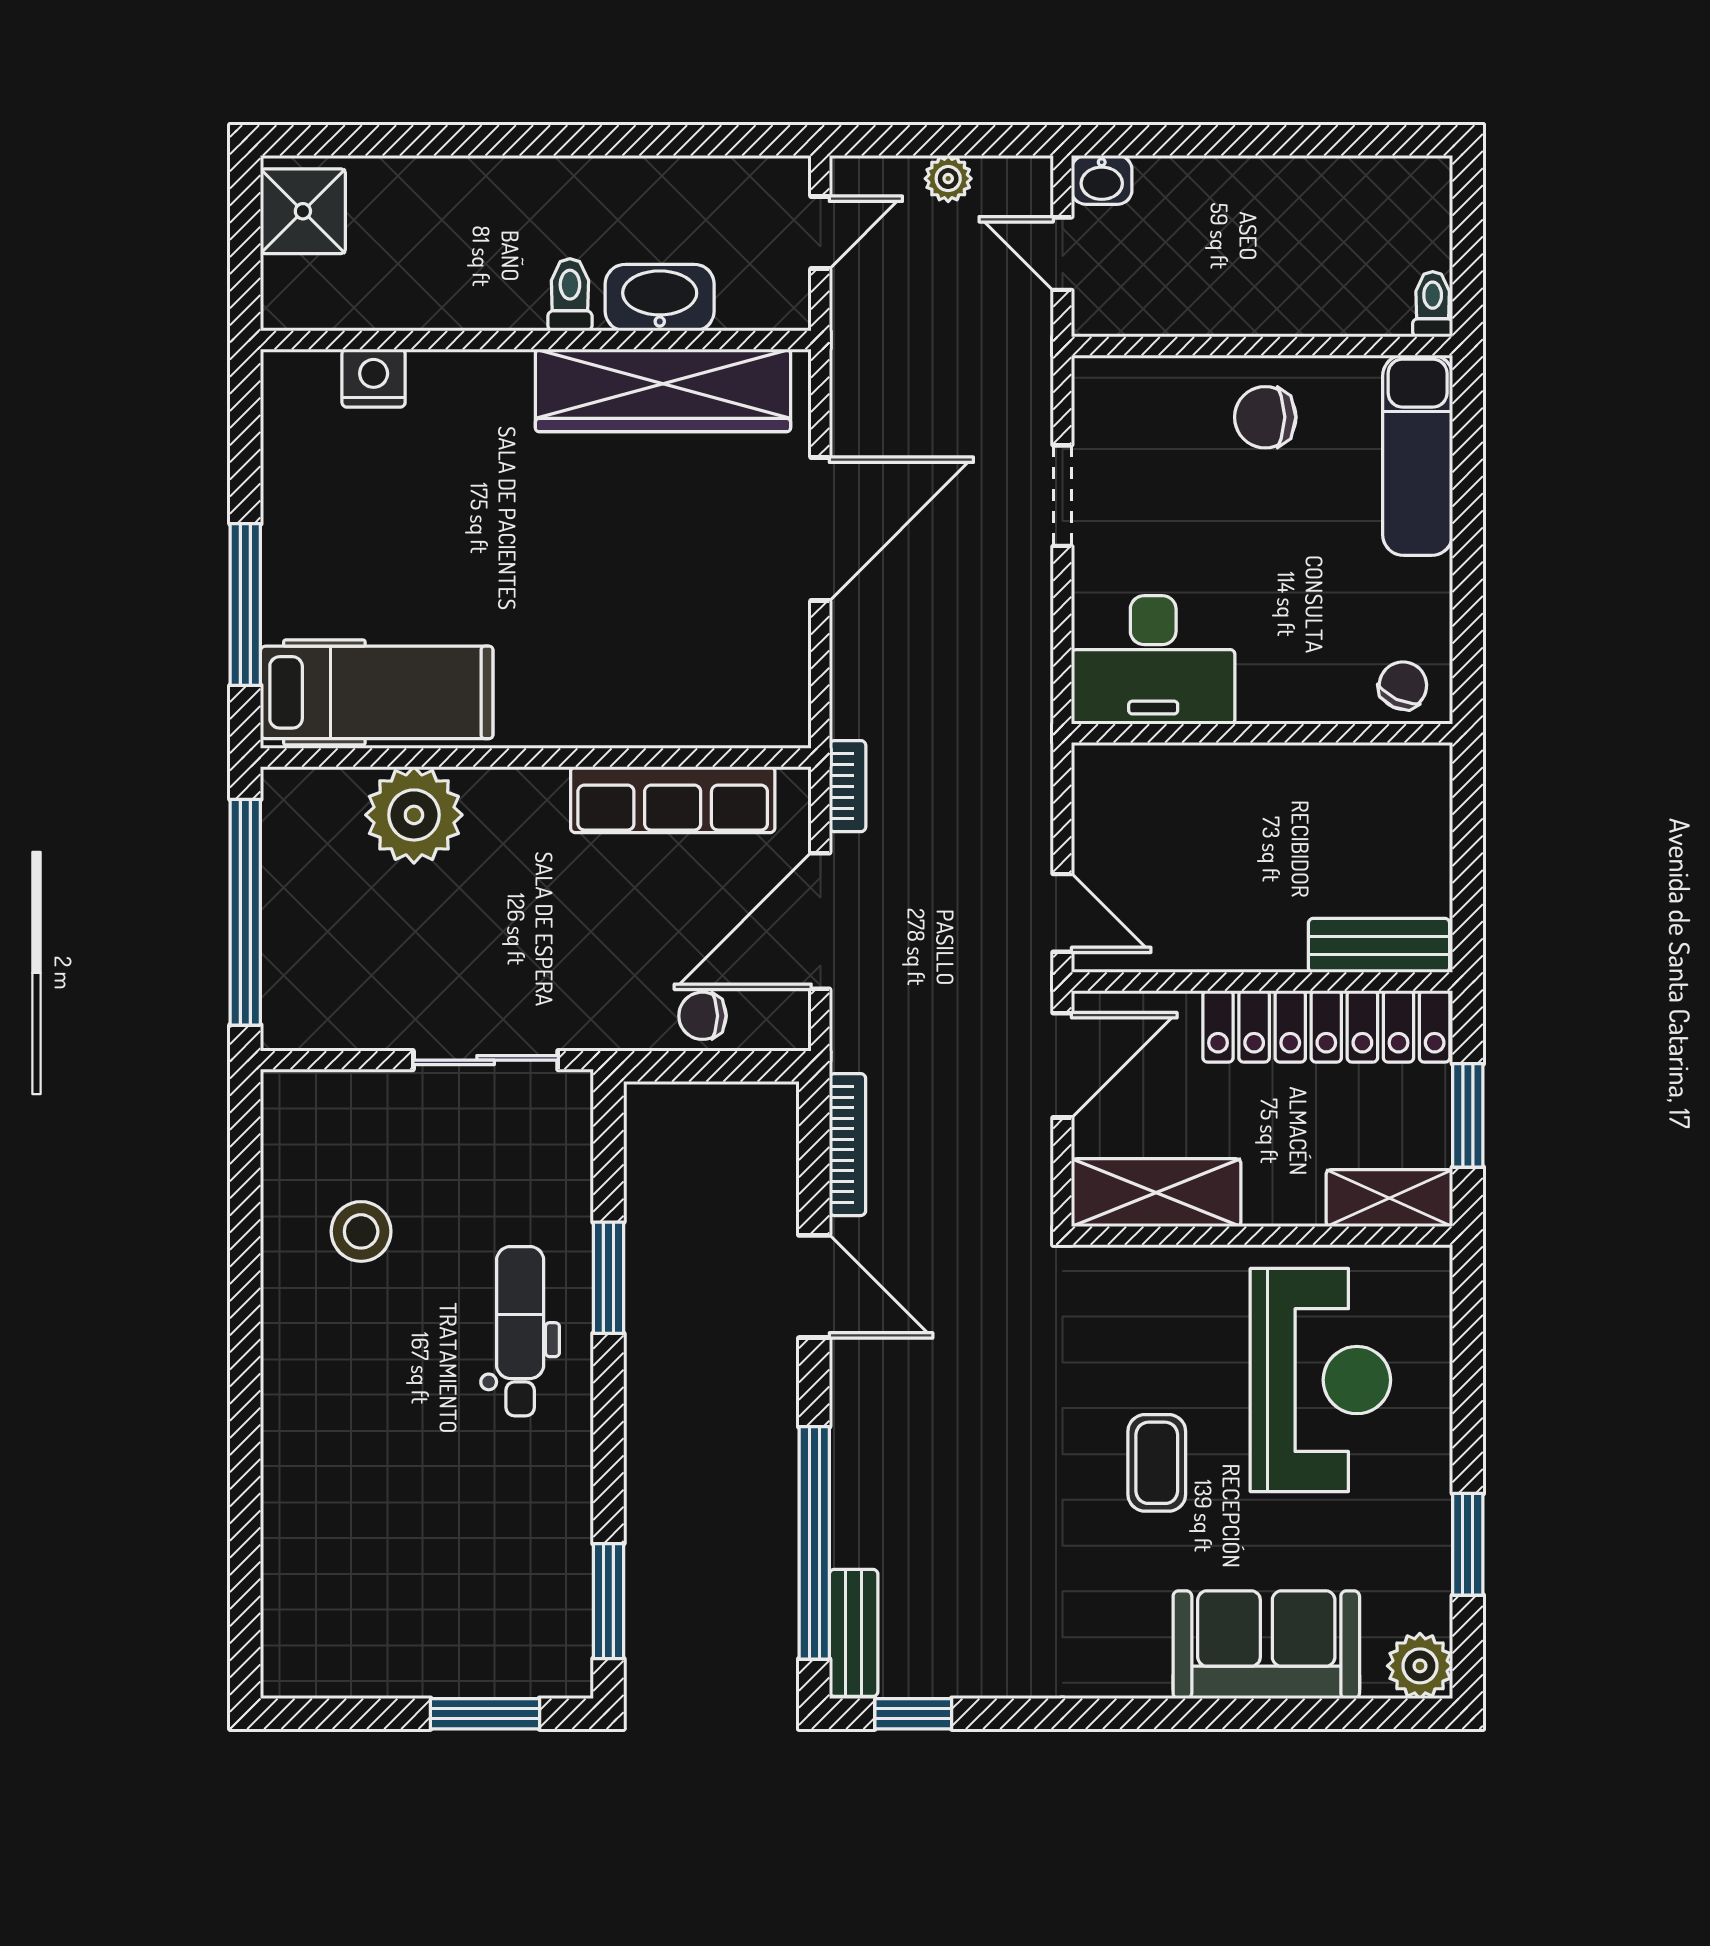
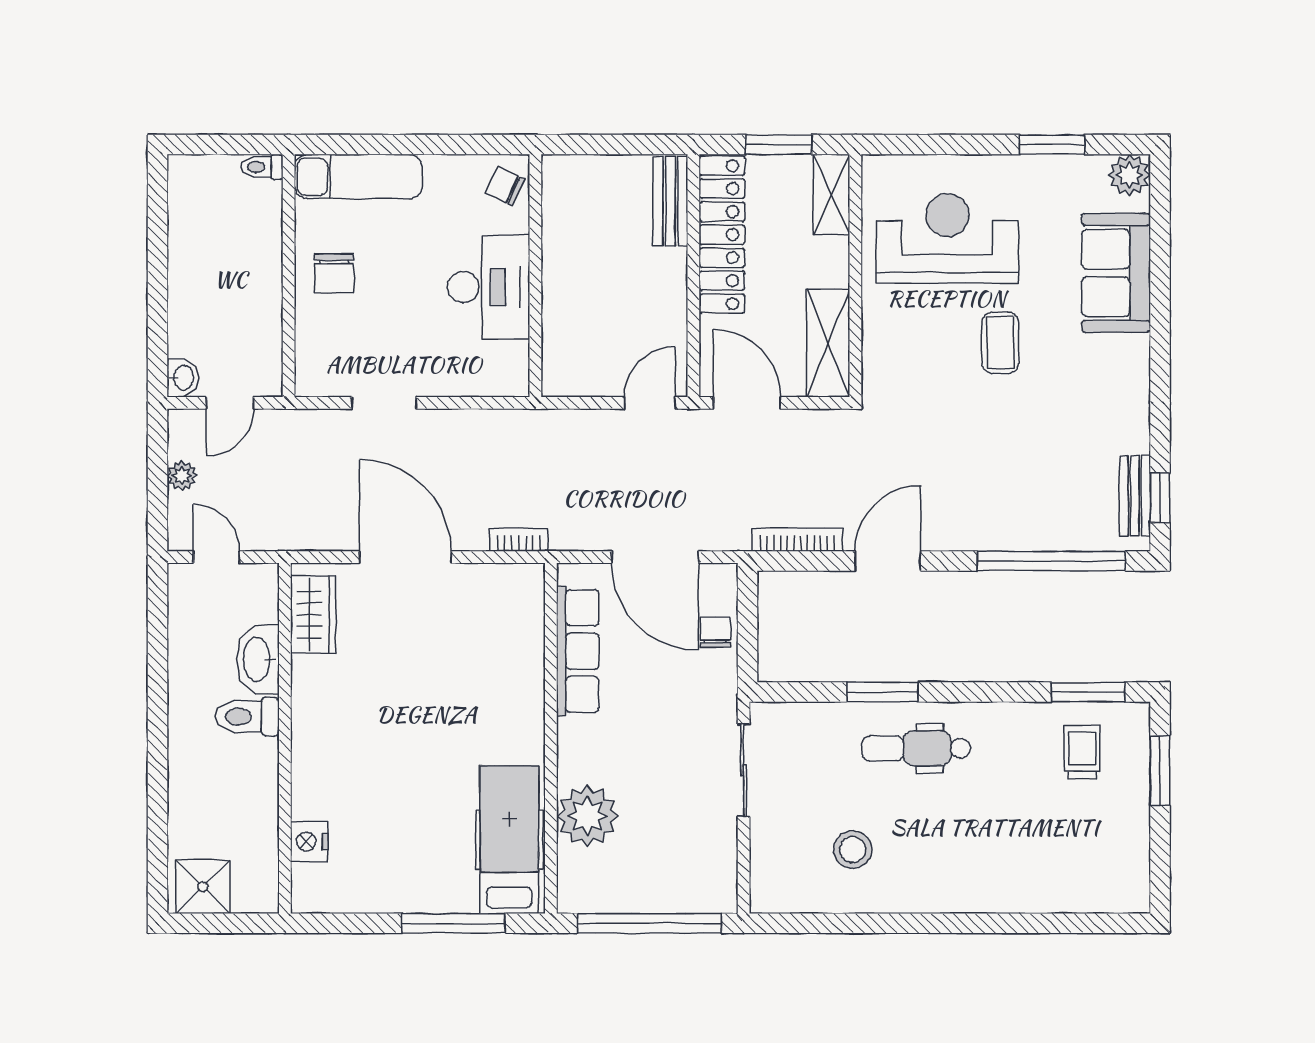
toilet: (570, 295) -> (247, 717), width x1.37, depth x1.39
wardrobe: (663, 390) -> (313, 615), width x0.48, depth x0.85
desk: (1153, 660) -> (489, 287), moved
bookcase: (848, 786) -> (519, 540), moved
chair: (702, 1016) -> (715, 632), turned 180
coffee table: (1157, 1463) -> (1000, 343), turned 90
trolley: (514, 1592) -> (1082, 752), added
bench: (854, 1633) -> (1135, 496), moved, turned 90

